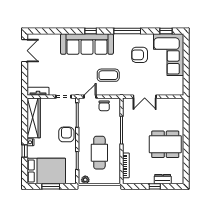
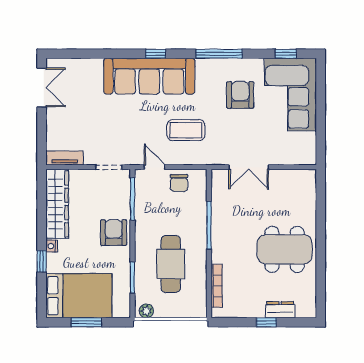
armchair: (140, 55) -> (240, 95), turned 90
door: (90, 97) -> (155, 167), hinge flipped

